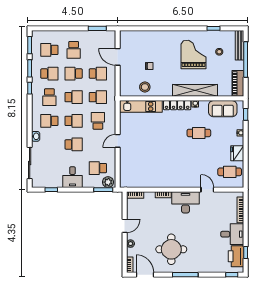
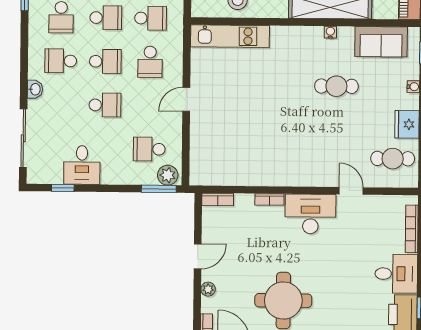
locker: (177, 105) -> (297, 34), removed
school desk: (98, 121) -> (150, 62), turned 180
desk: (72, 177) -> (82, 165), moved

